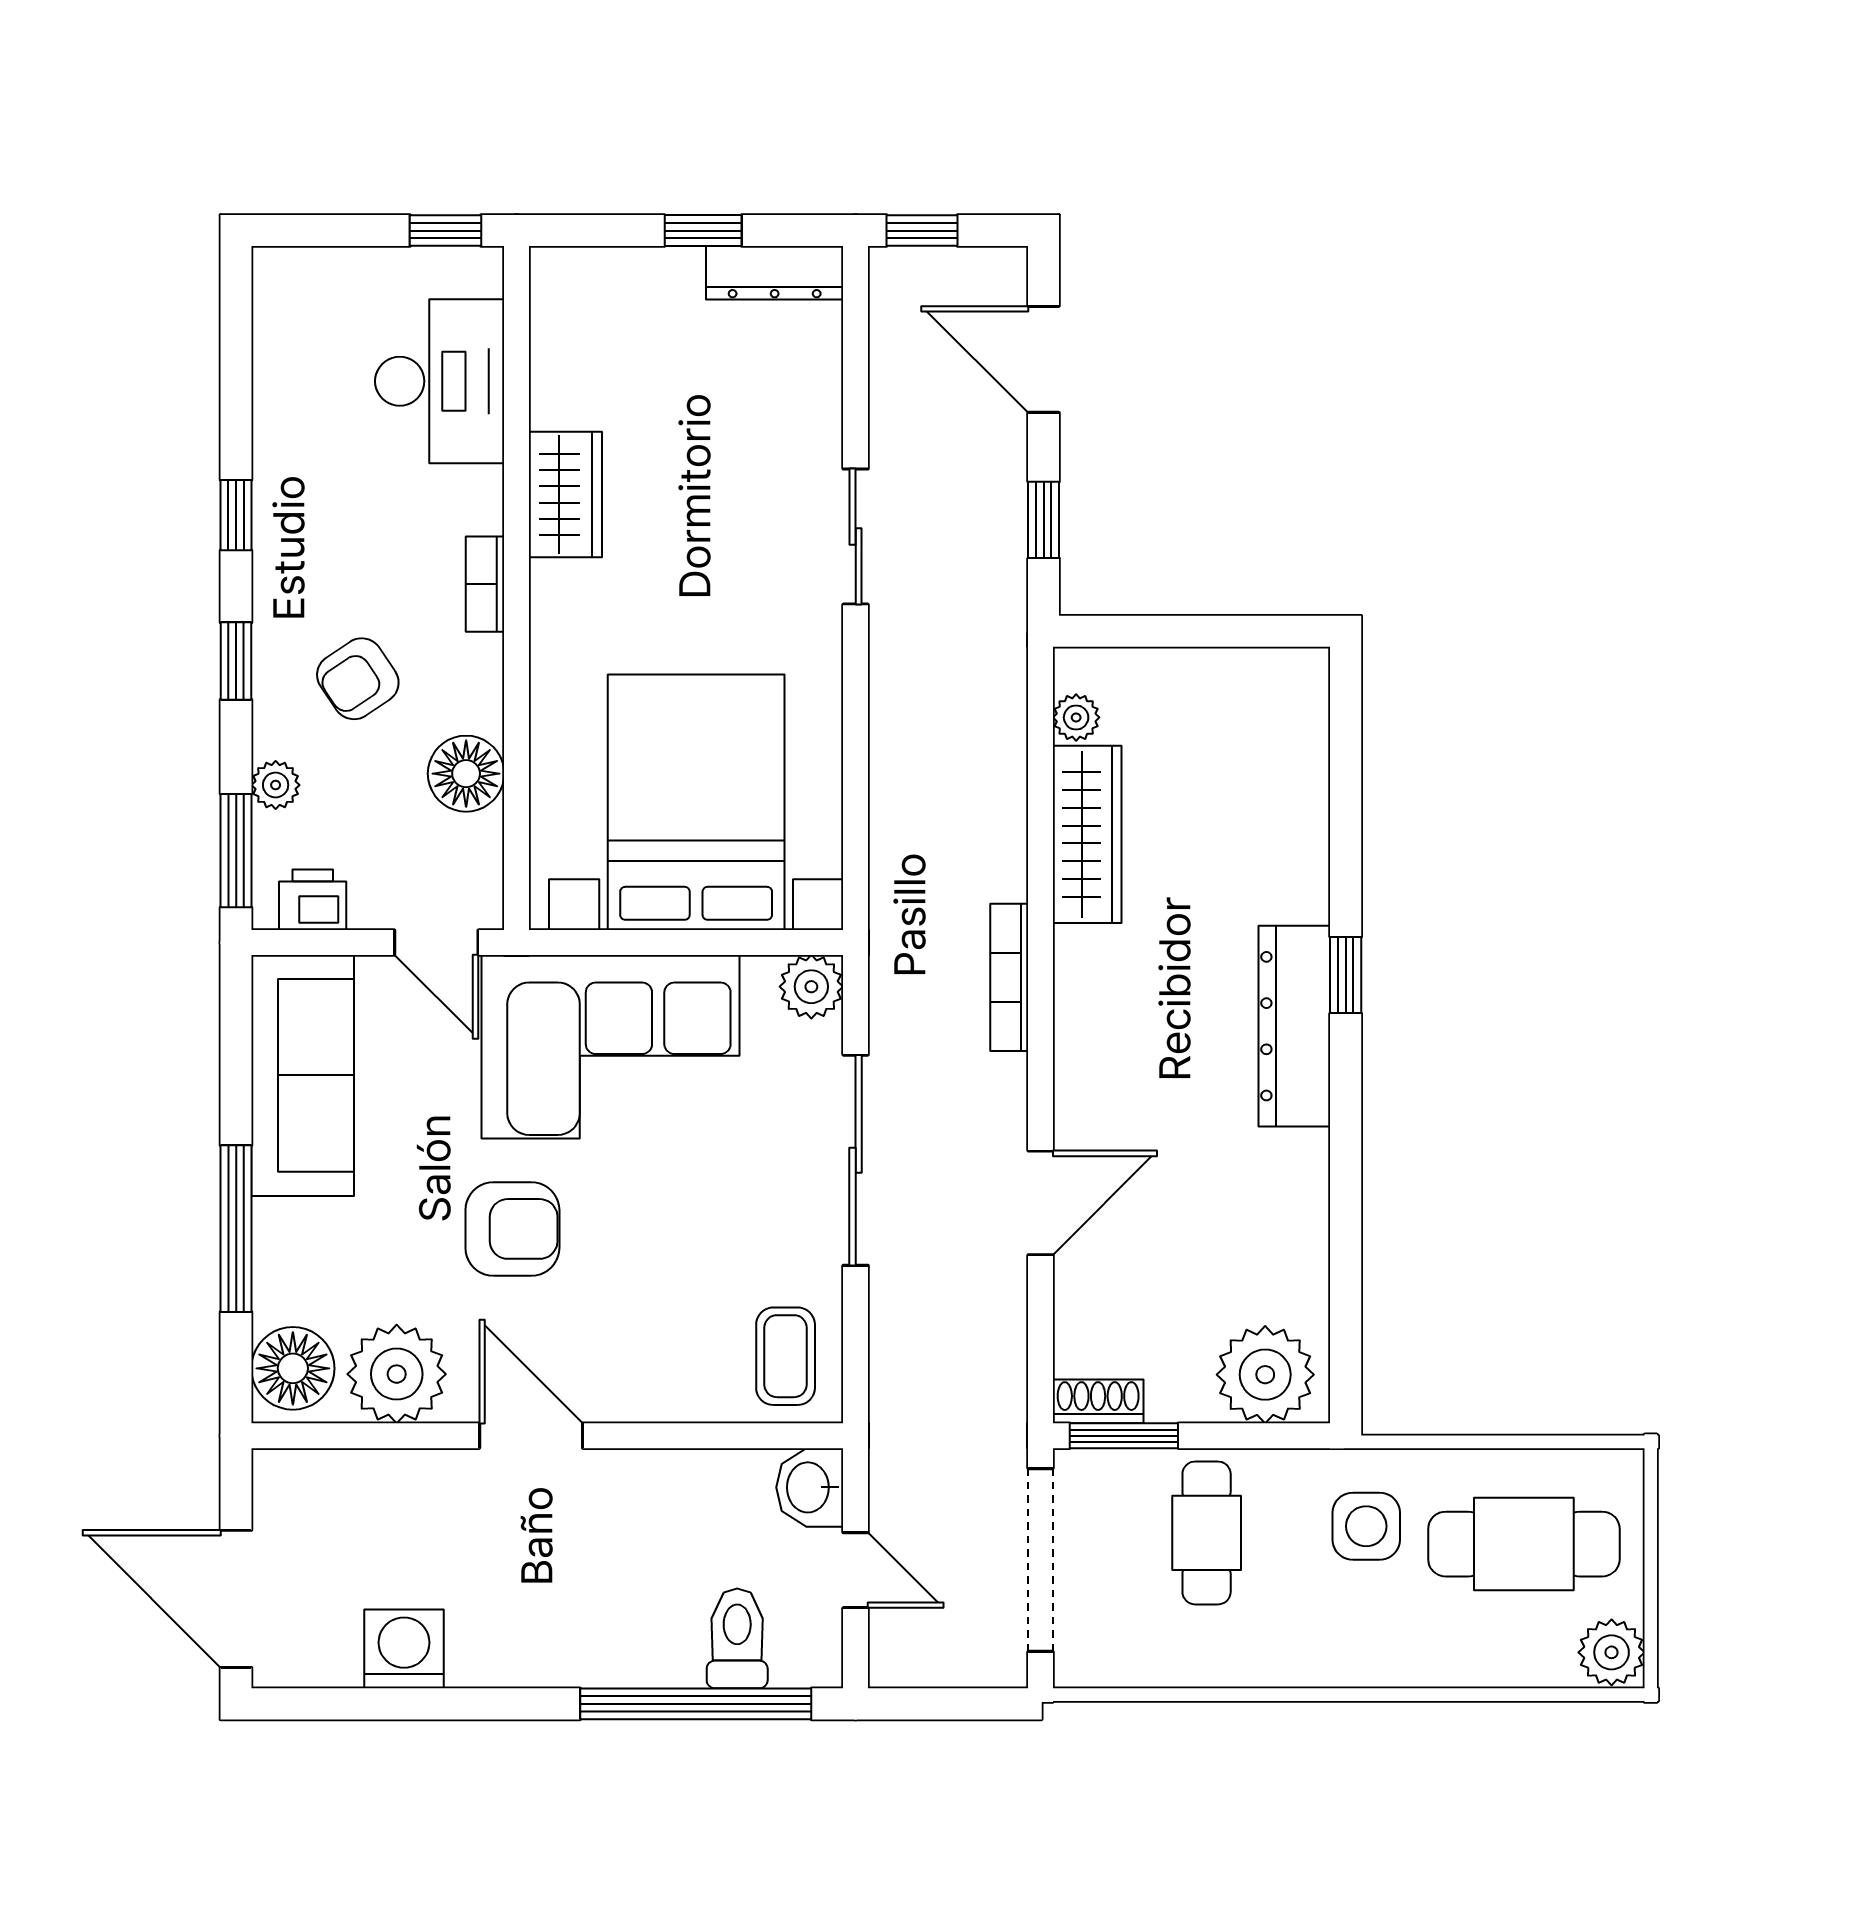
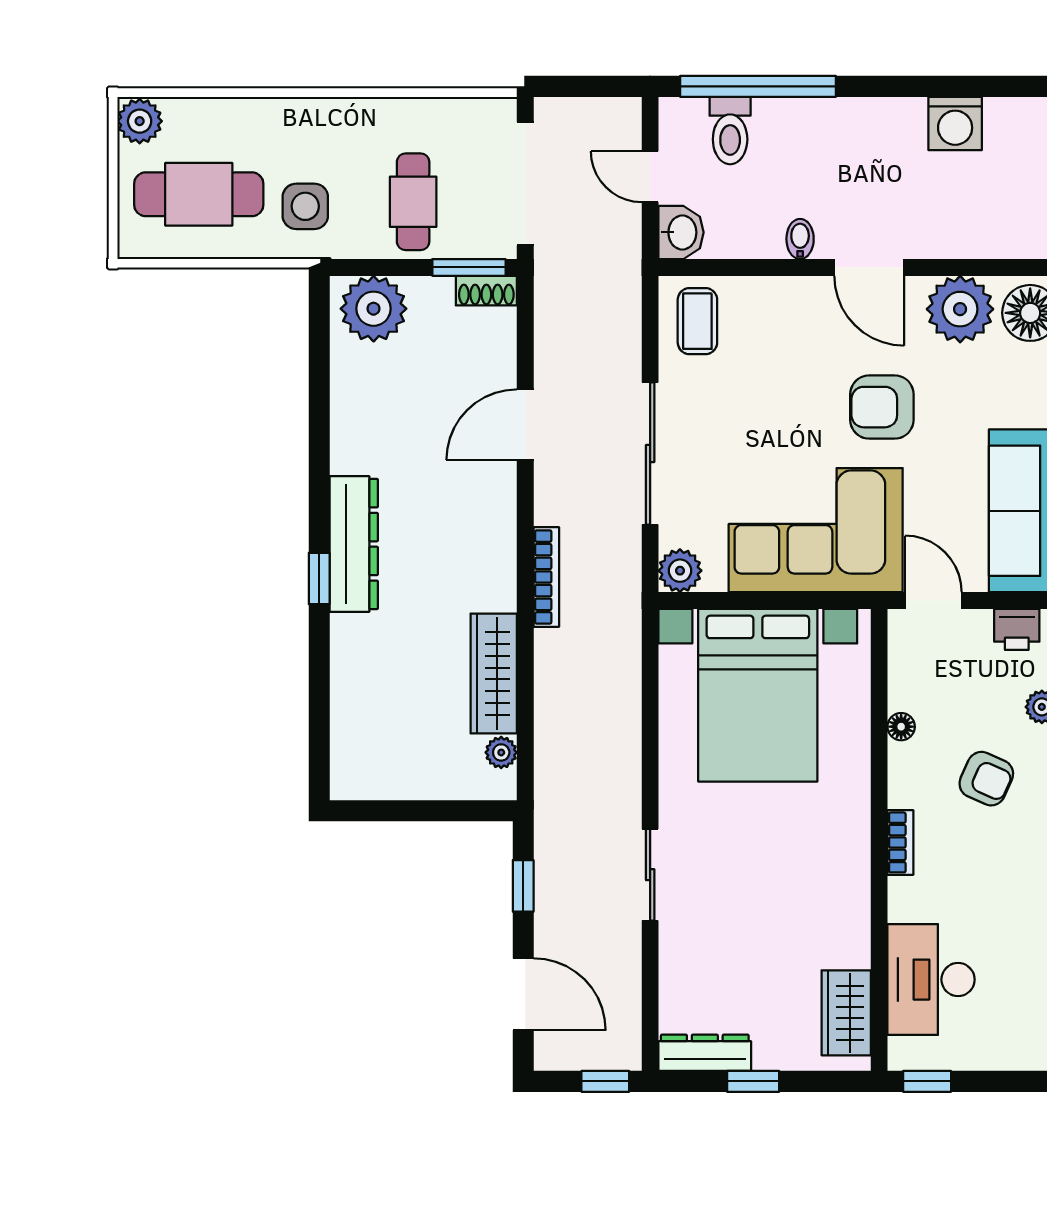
wardrobe: (565, 494) -> (846, 1013), moved
armchair: (358, 679) -> (986, 779), turned 58
floor lamp: (466, 774) -> (901, 727), width x0.53, depth x0.53
bidet: (634, 1478) -> (800, 239), added

